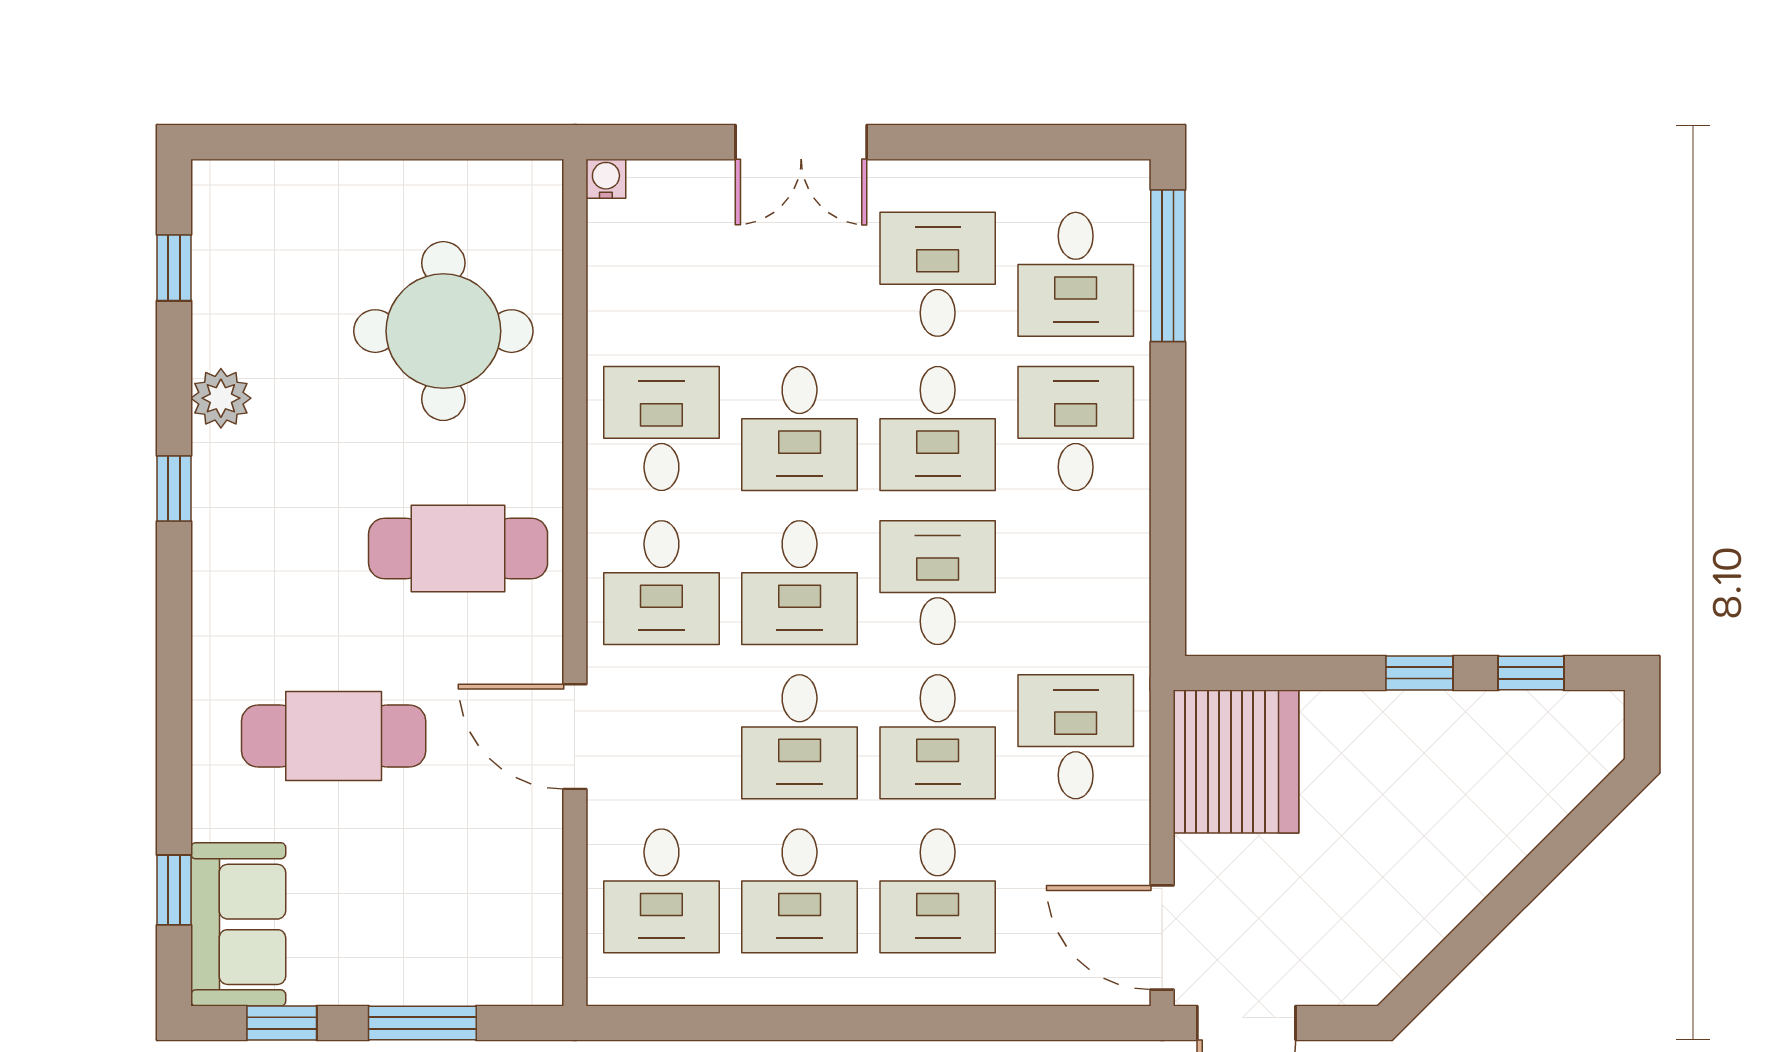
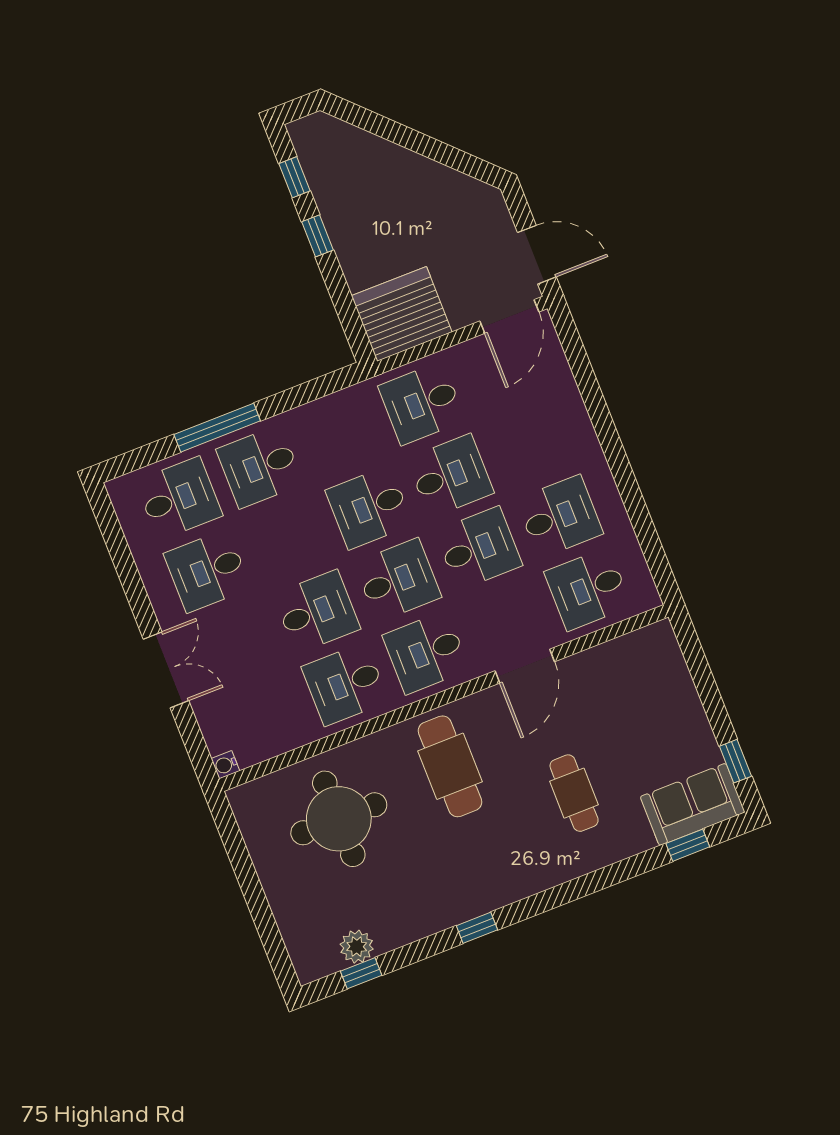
window: (1168, 266) -> (217, 428), moved
plant: (221, 398) -> (357, 947), moved
desk: (938, 428) -> (288, 539), removed
desk: (661, 583) -> (426, 652), turned 180
cafe table: (334, 736) -> (574, 793), width x0.73, depth x0.74
desk: (661, 891) -> (588, 589), turned 180
desk: (938, 891) -> (531, 444), removed
window: (422, 1023) -> (707, 687), removed

